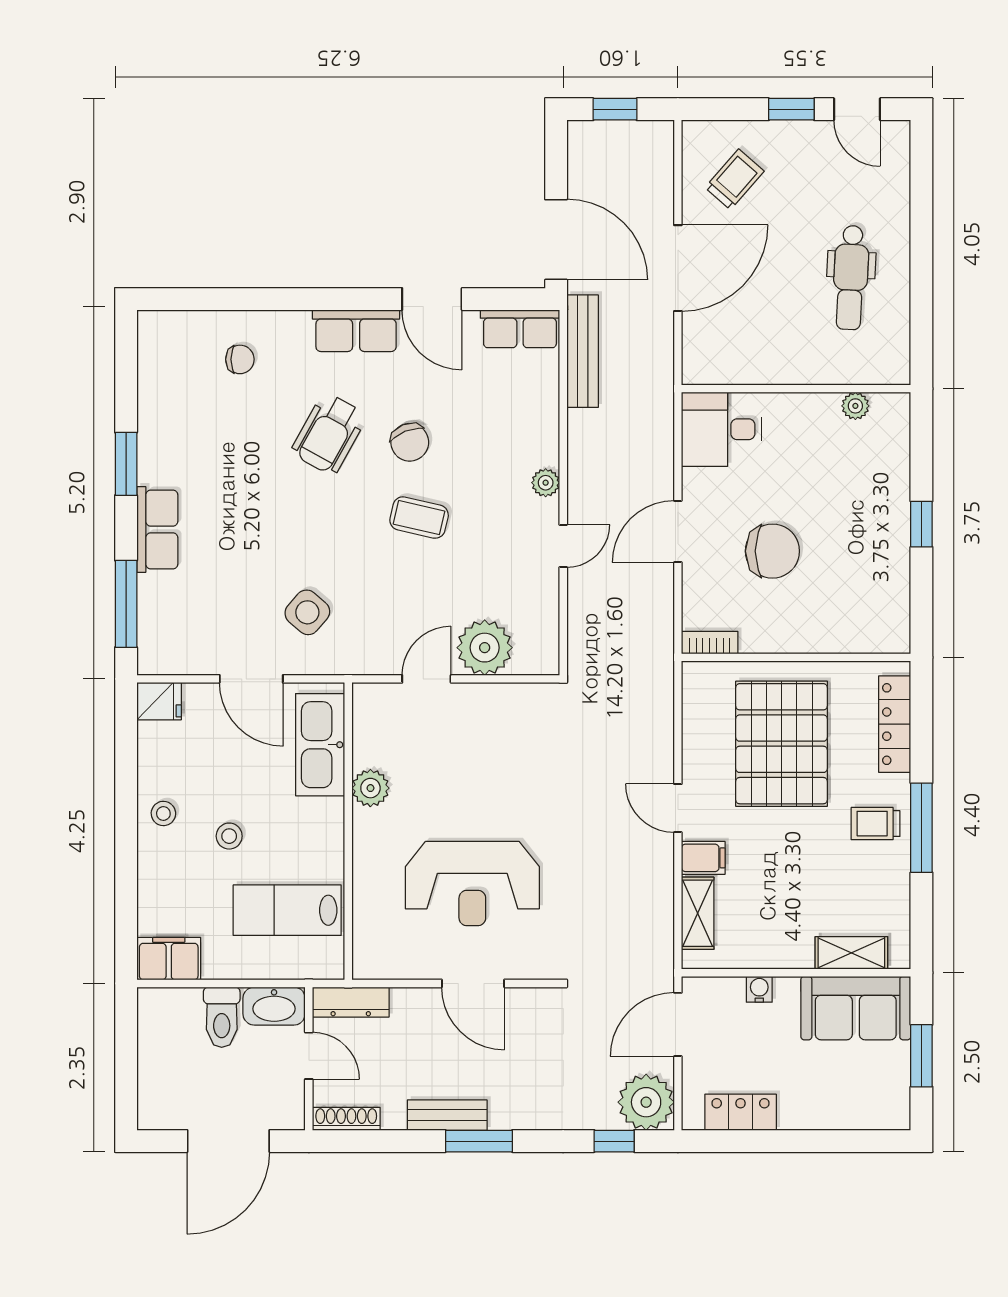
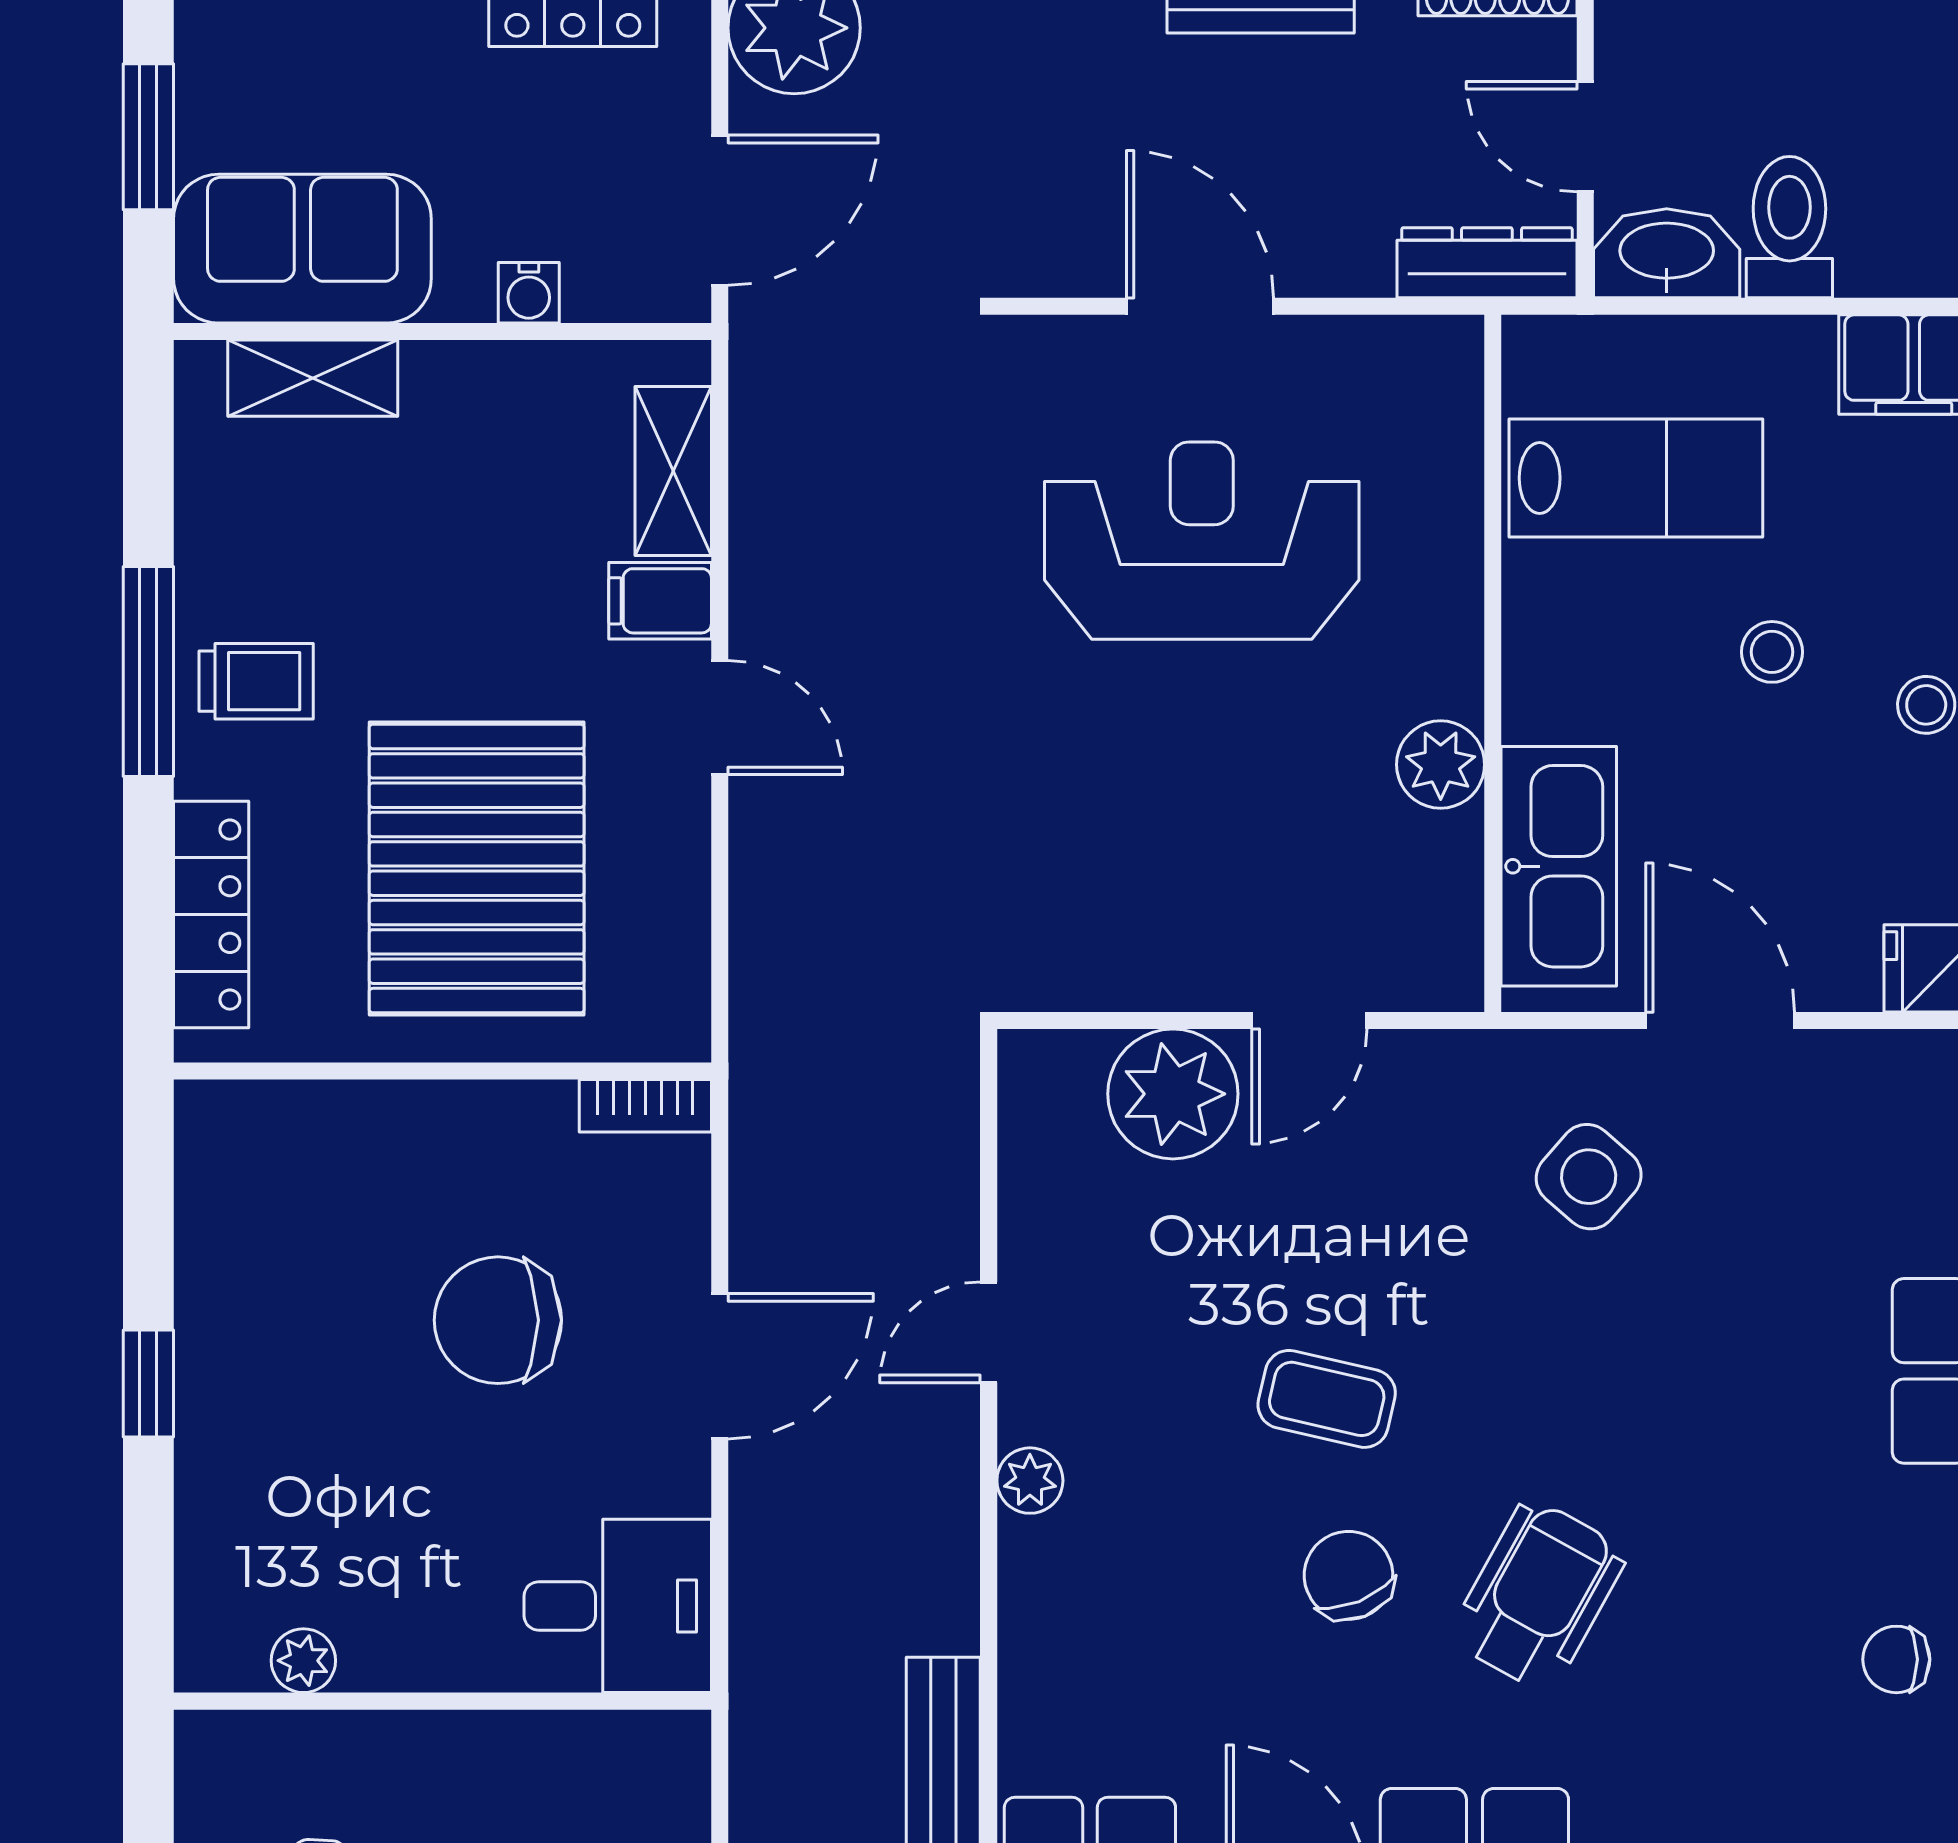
chair: (240, 359) -> (1896, 1659), moved

